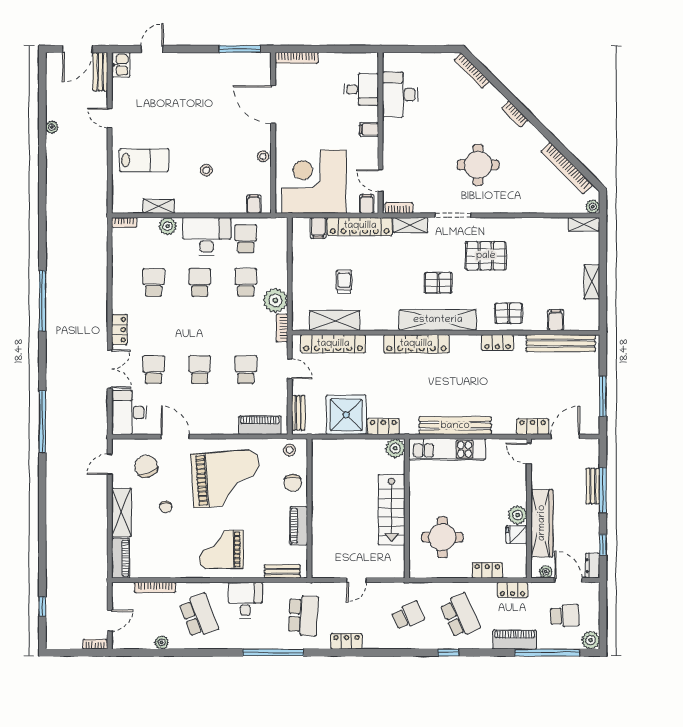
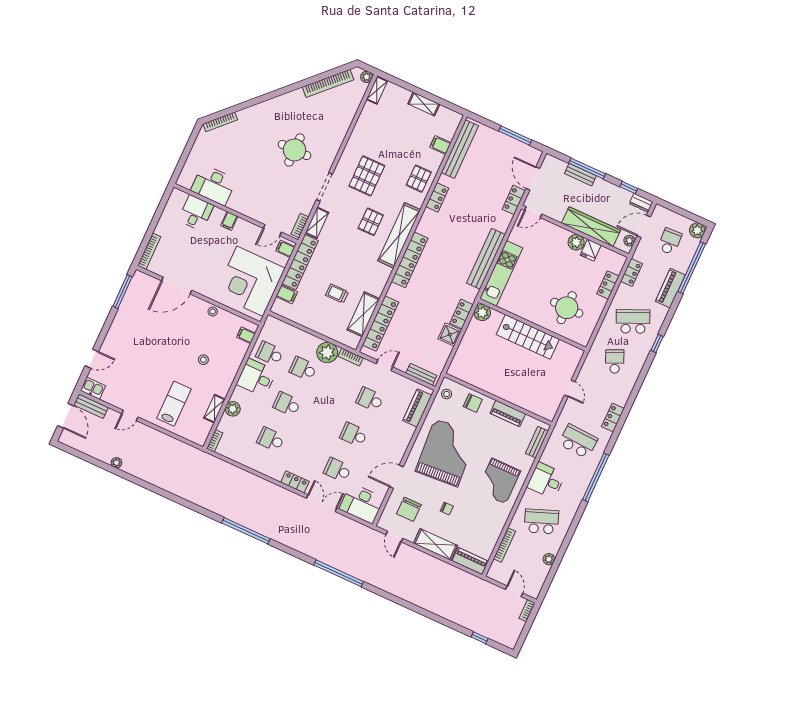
door: (152, 49) -> (92, 359), swing flipped
bookcase: (515, 114) -> (269, 104), removed
desk: (207, 236) -> (256, 378), width x0.73
shower: (346, 415) -> (450, 335), width x0.54, depth x0.54
chair: (146, 466) -> (409, 509), turned -68

